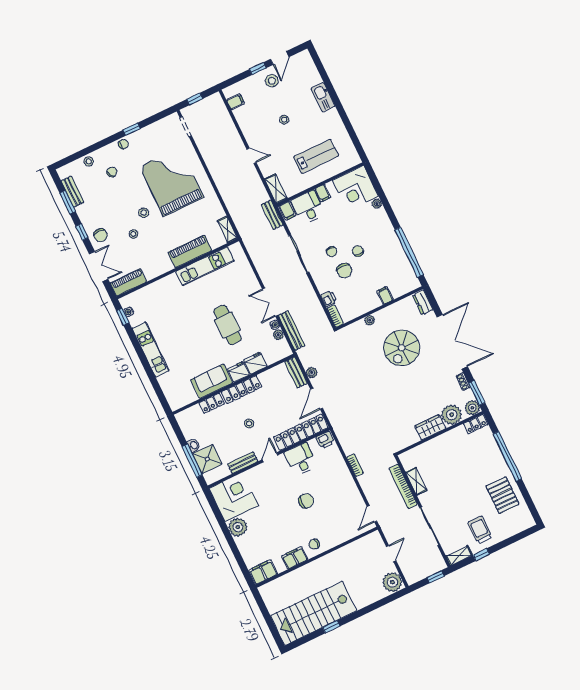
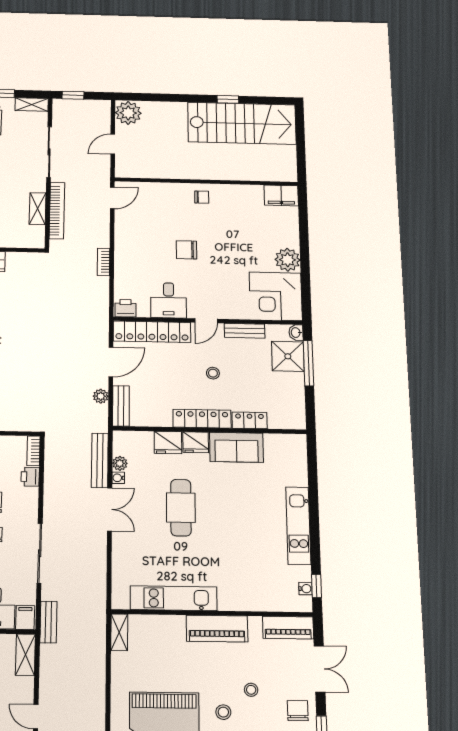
piano: (190, 251) -> (217, 629), moved
double door: (99, 267) -> (320, 669), swing flipped
washbasin: (194, 445) -> (296, 333), moved
filing cabinet: (295, 558) -> (234, 193), removed

